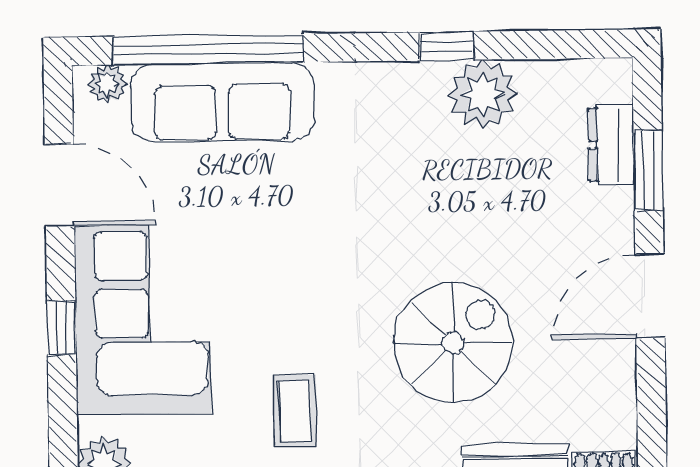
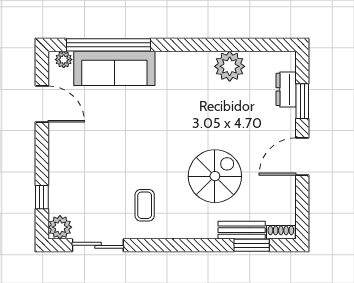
window: (446, 46) -> (214, 45), removed
corner sofa: (143, 320) -> (78, 164), removed
window: (61, 328) -> (42, 197), moved

